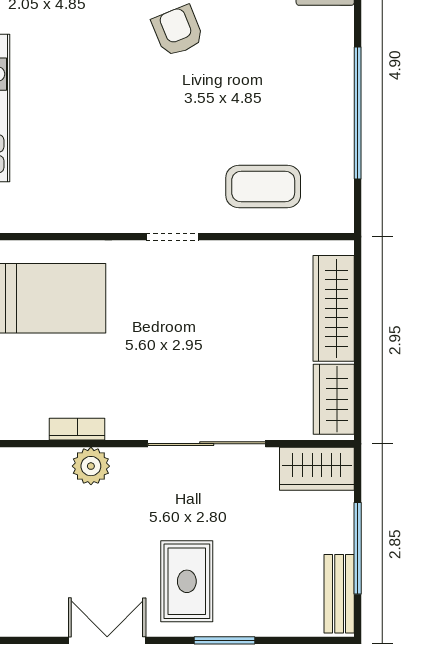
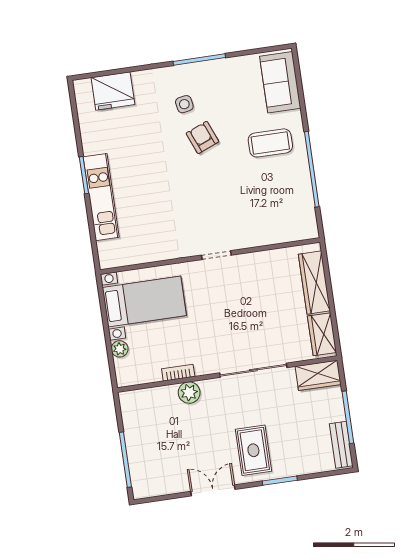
coffee table: (263, 186) -> (270, 143), moved

